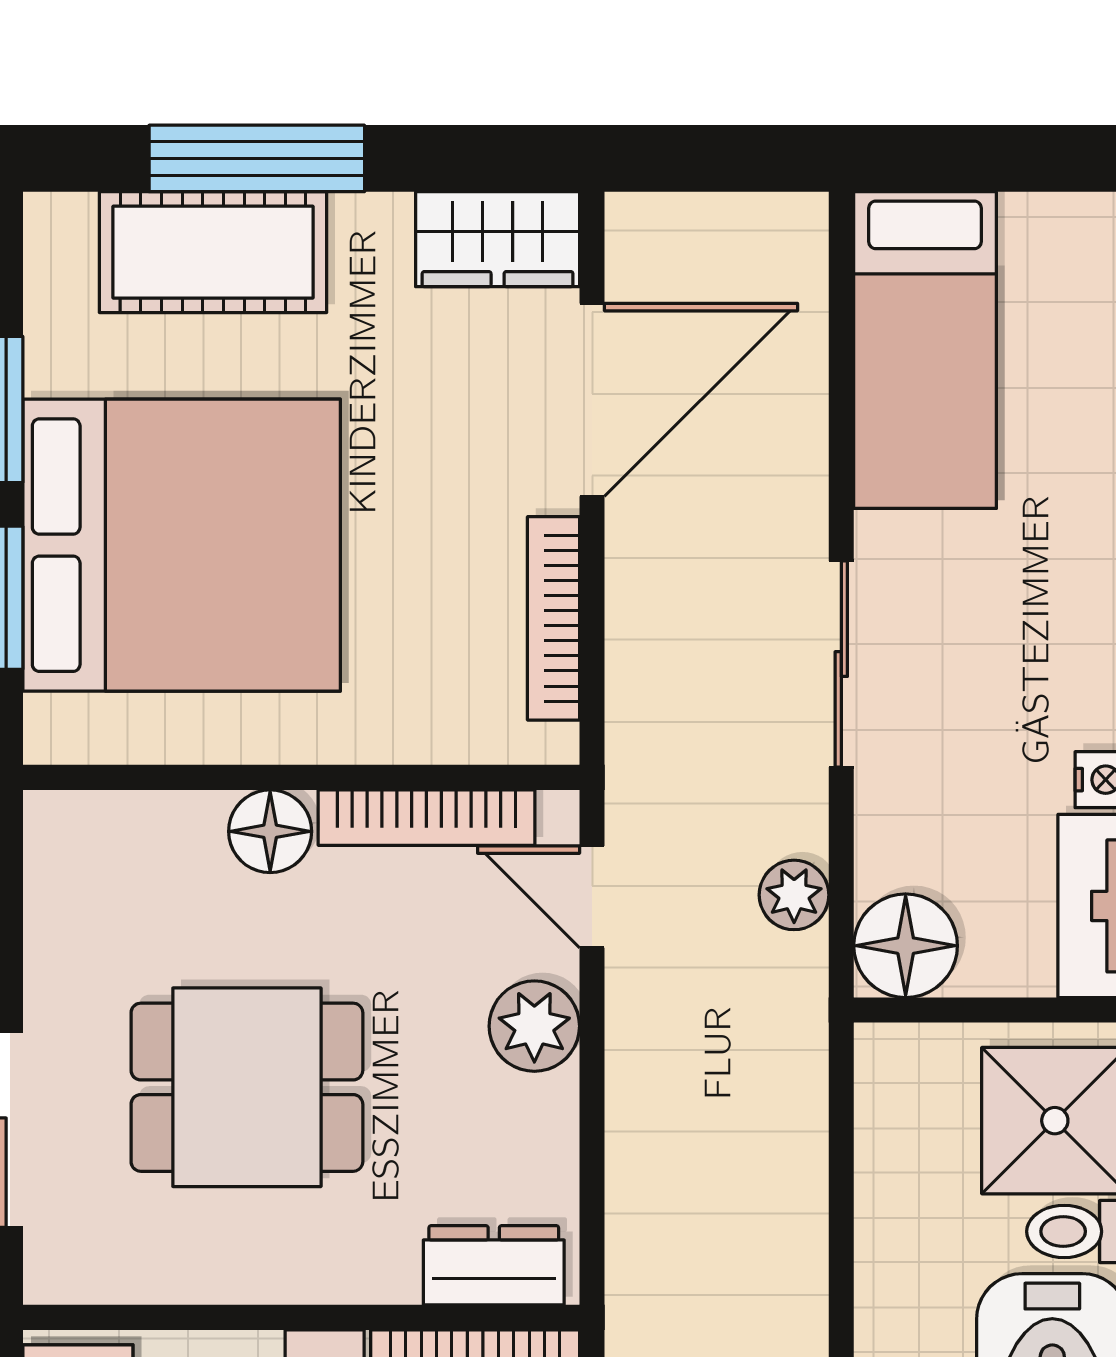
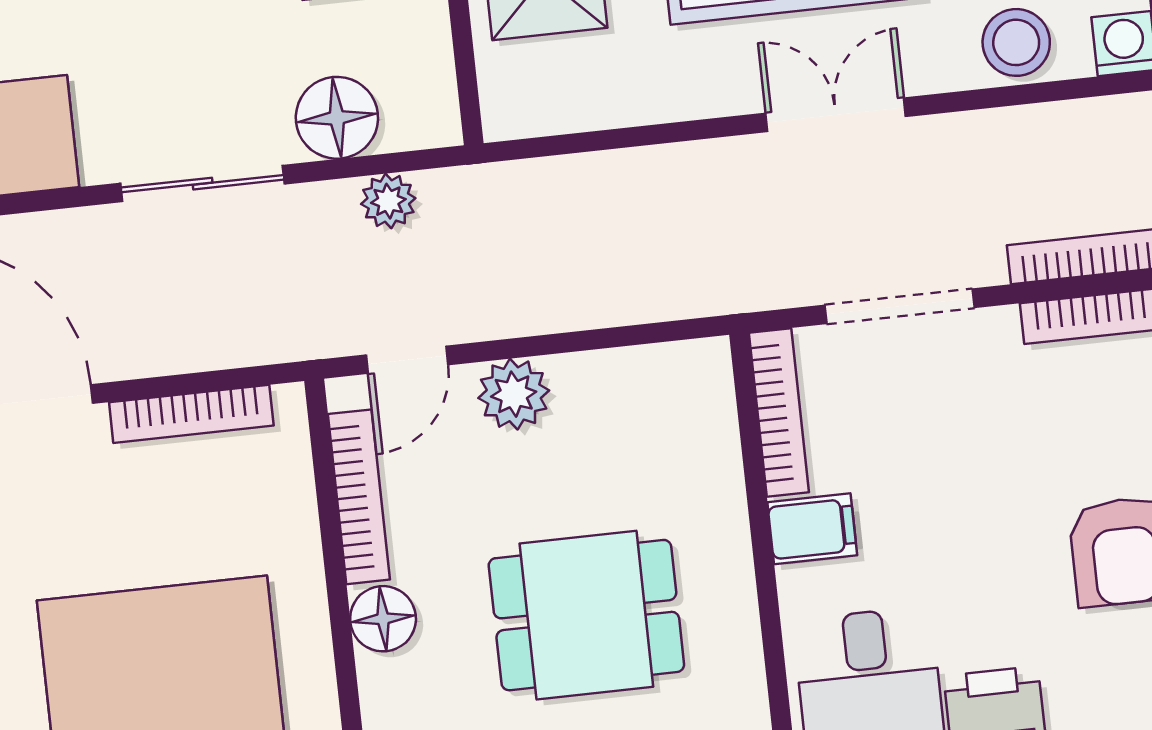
floor lamp: (906, 946) -> (337, 118), moved
dining table: (247, 1087) -> (586, 615), turned 90
dresser: (494, 1265) -> (705, 406), removed

